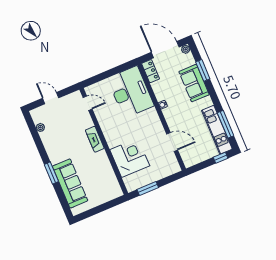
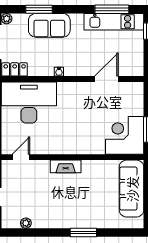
corner desk: (130, 158) -> (125, 135), moved
sofa: (70, 183) -> (132, 189), moved, turned -90

